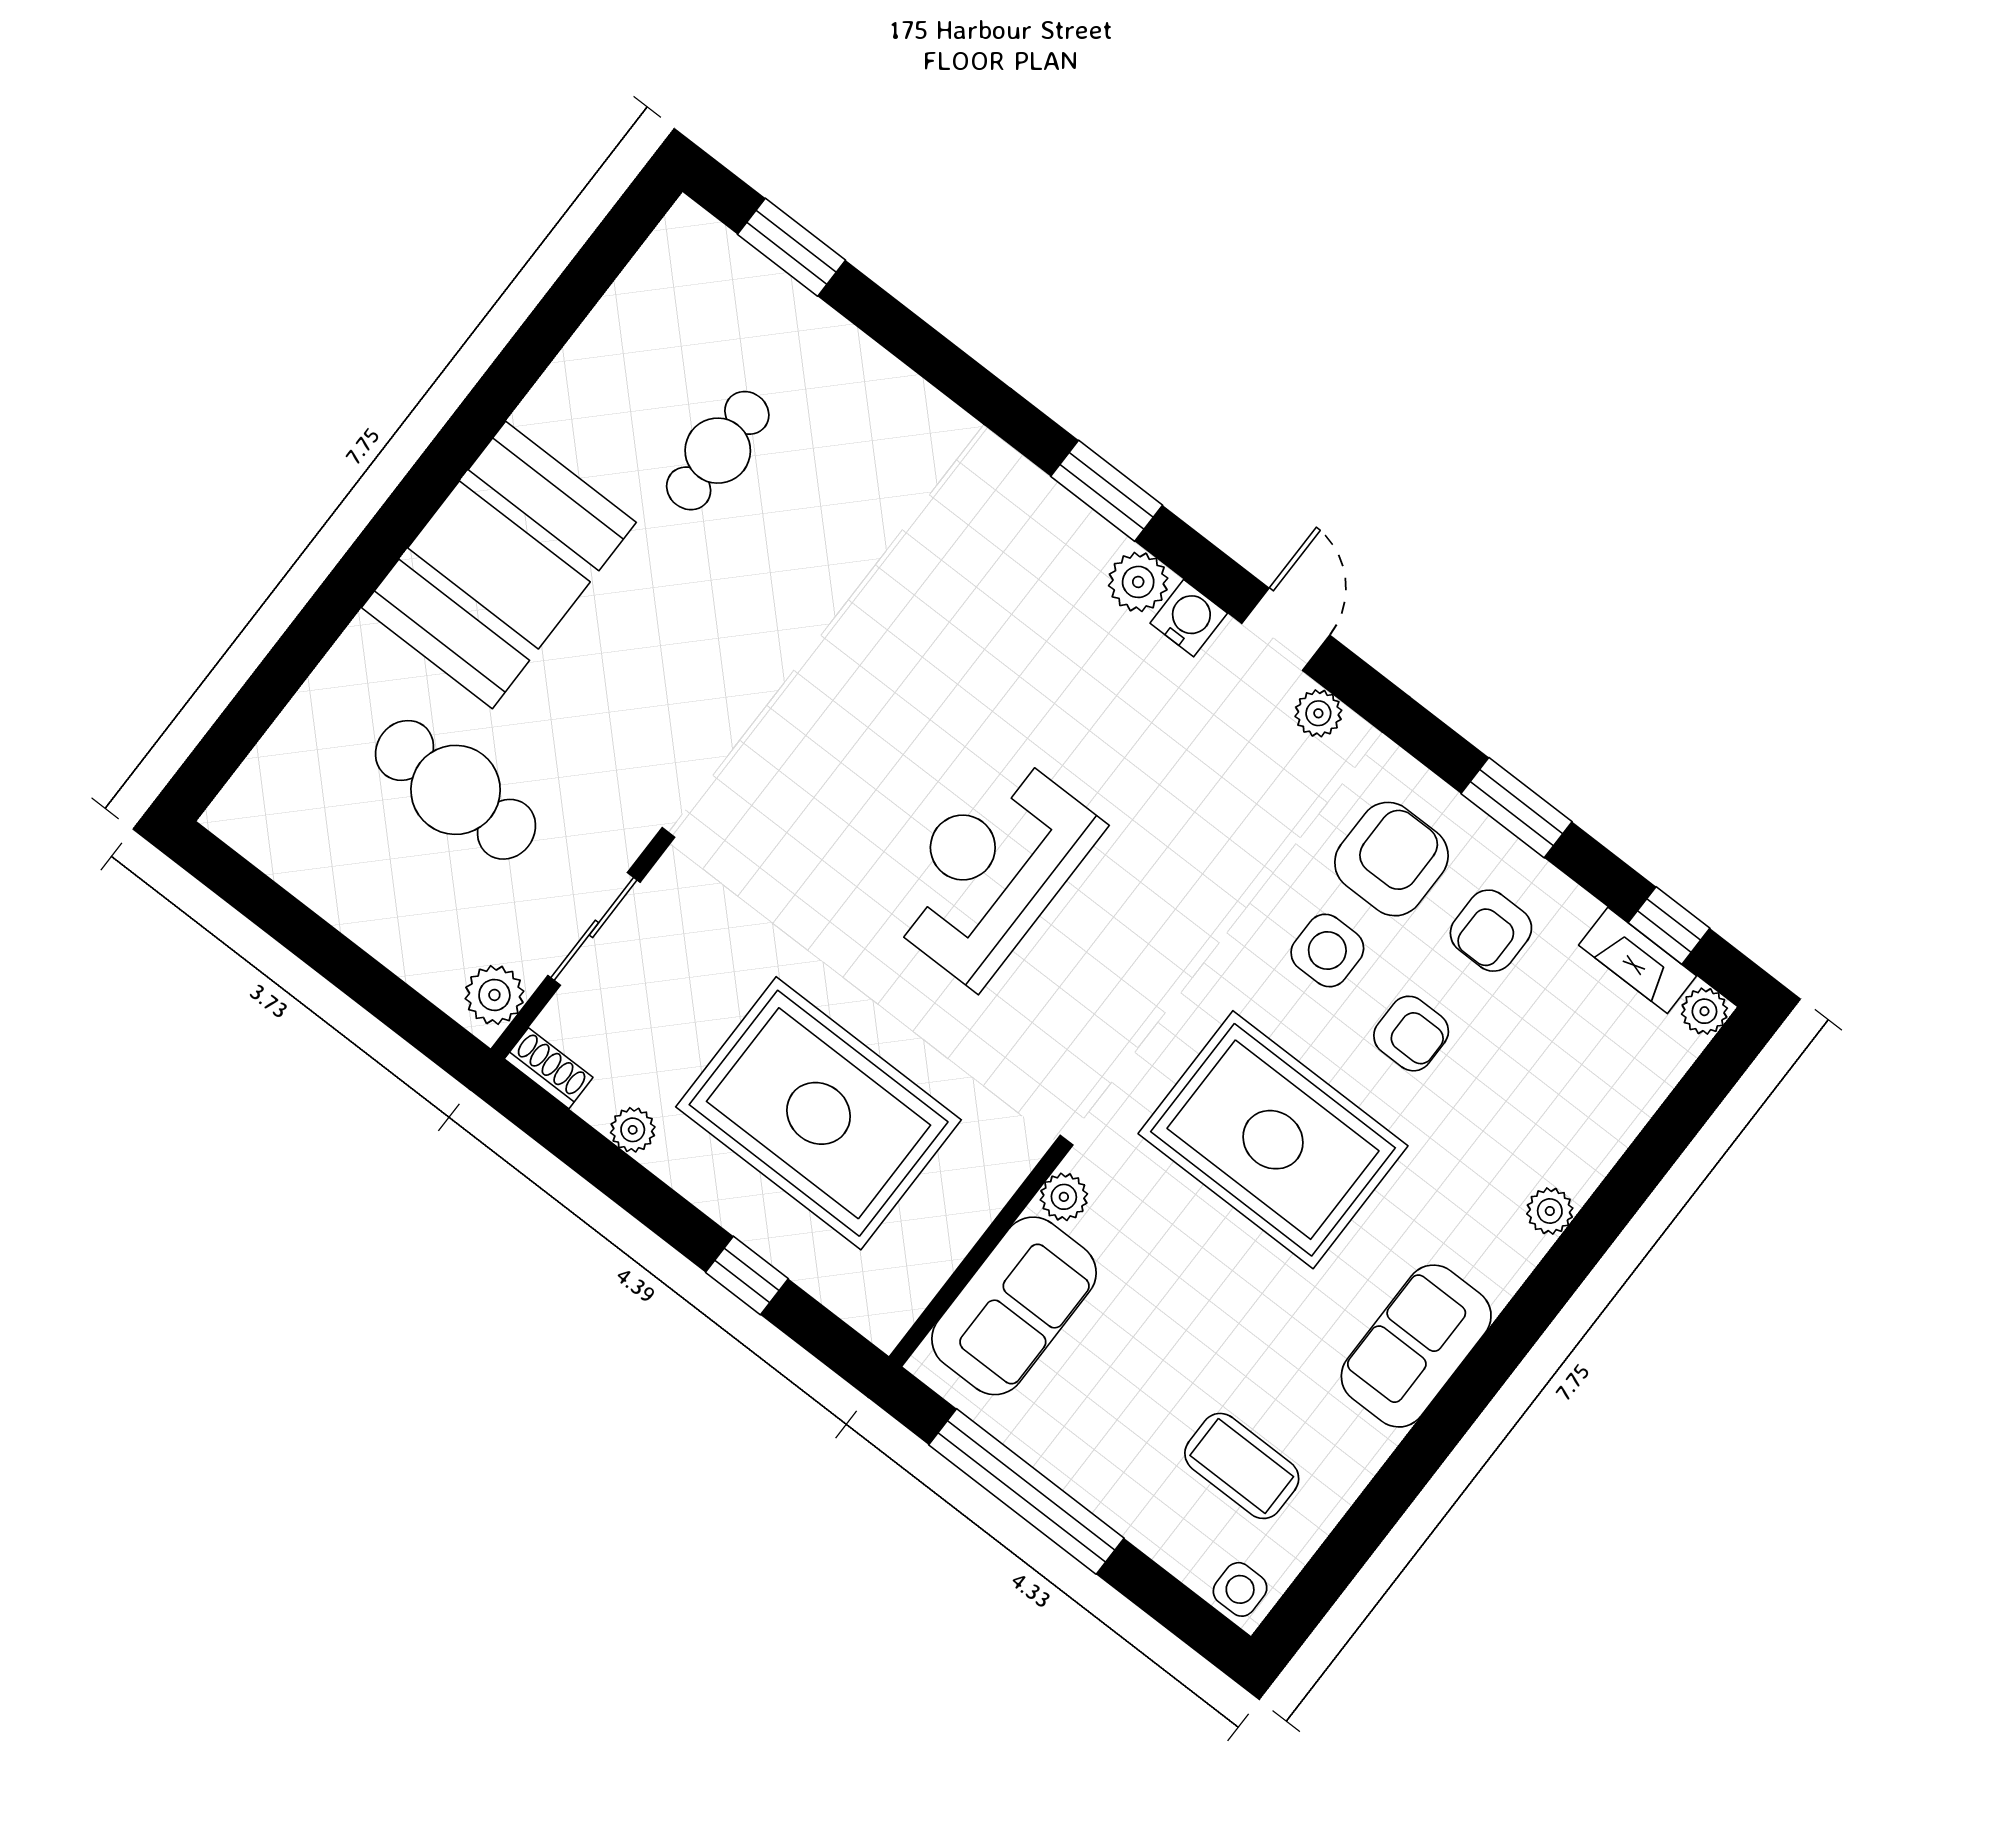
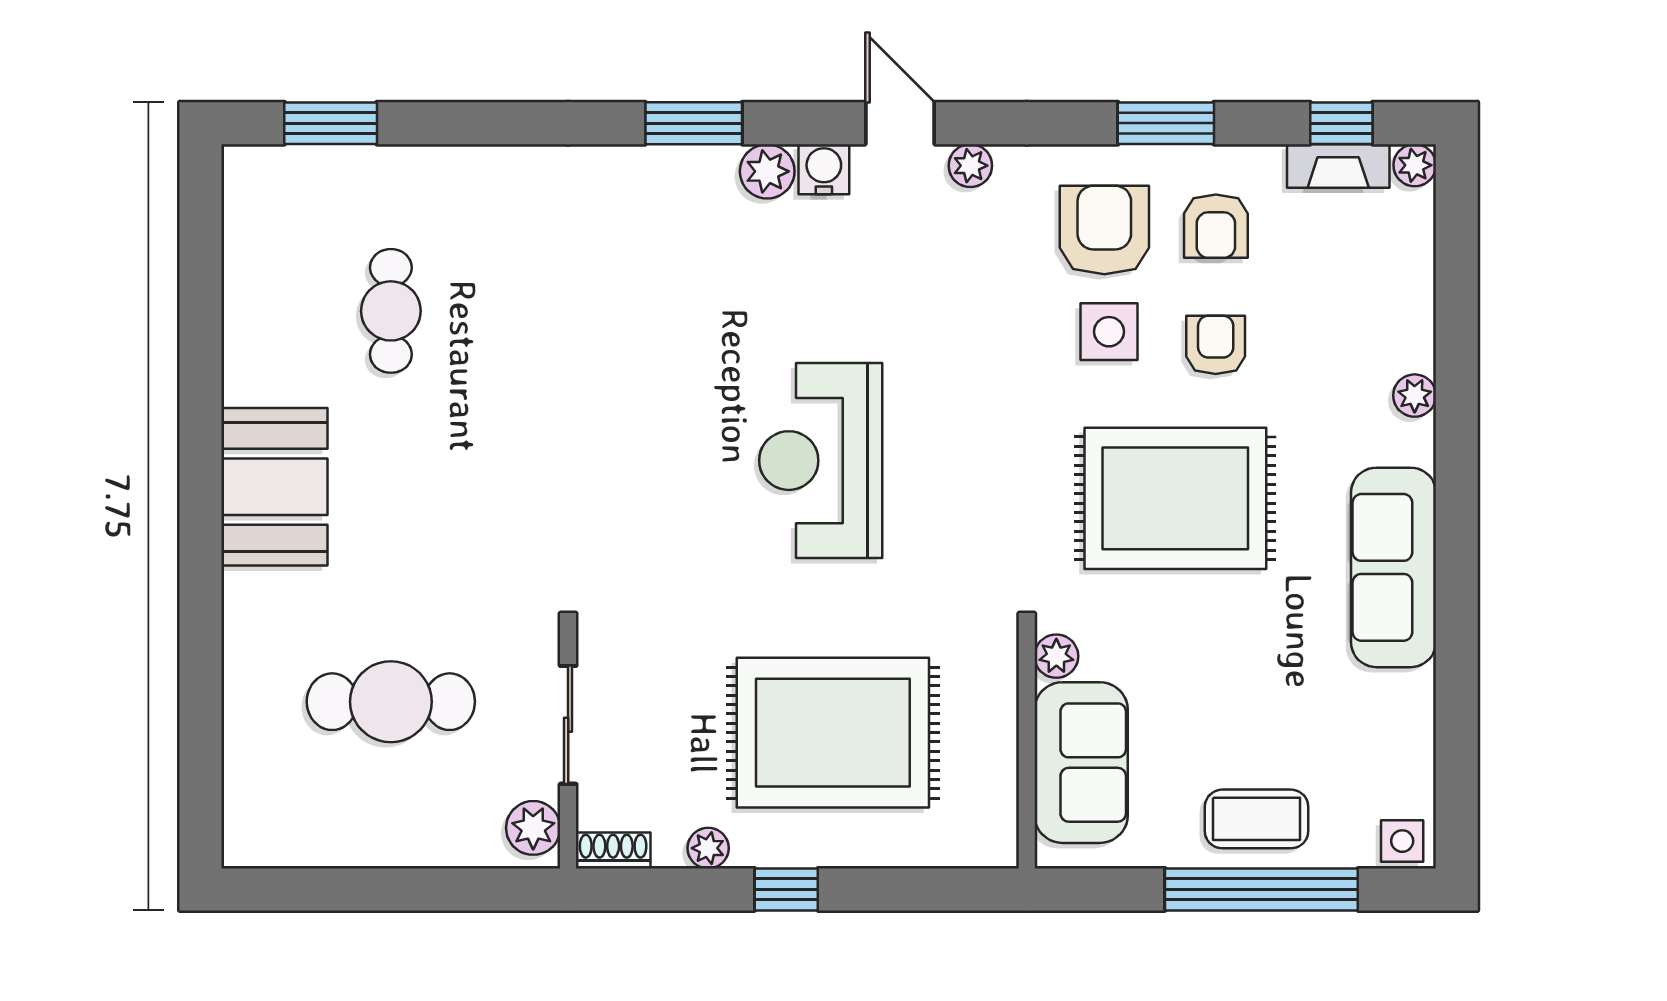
booth: (499, 565) -> (274, 487), width x0.73, depth x0.70
armchair: (1411, 1034) -> (1216, 345), turned -90
window: (747, 1275) -> (786, 889), moved
sofa: (1416, 1346) -> (1393, 567), width x1.36
coffee table: (1242, 1466) -> (1257, 819), moved
window: (1026, 1491) -> (1261, 889), moved

